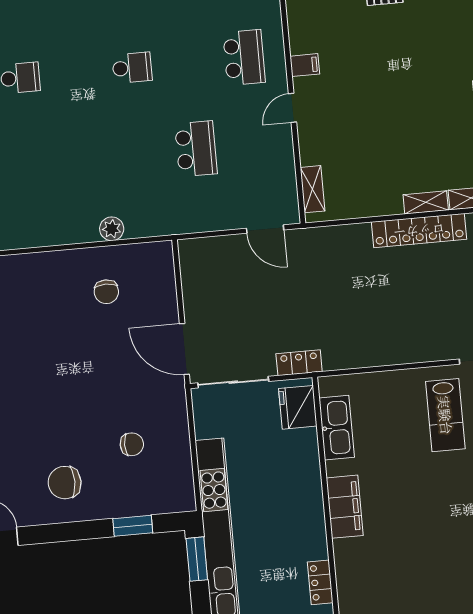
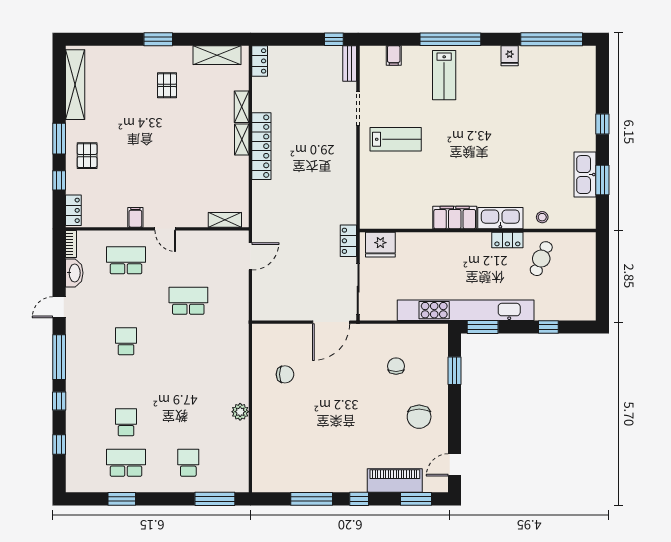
plant: (112, 229) -> (240, 412), moved
kitchen sink: (337, 428) -> (500, 218), moved

